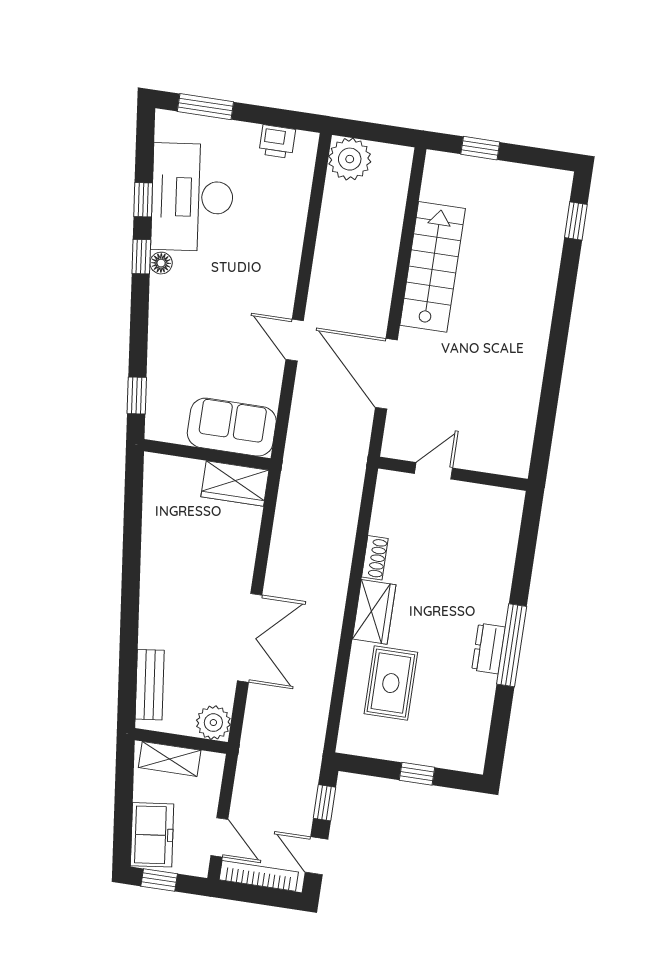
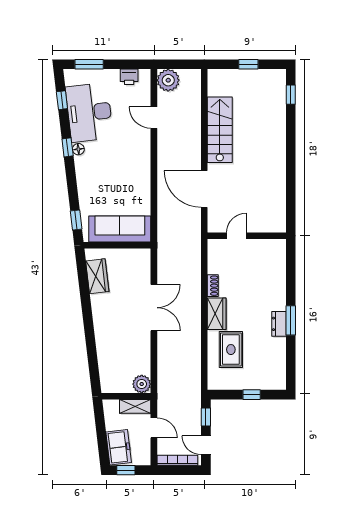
window: (480, 148) -> (248, 64), moved
window: (143, 200) -> (62, 100), moved
door: (295, 340) -> (154, 118), moved
sofa: (232, 427) -> (120, 229), width x1.36
wardrobe: (235, 483) -> (97, 276), moved, turned -97
double door: (250, 638) -> (154, 308), moved
window: (512, 645) -> (291, 320), width x0.69
bench: (150, 685) -> (106, 369), removed
shelving: (170, 759) -> (135, 406), moved
door: (219, 837) -> (154, 428), moved

